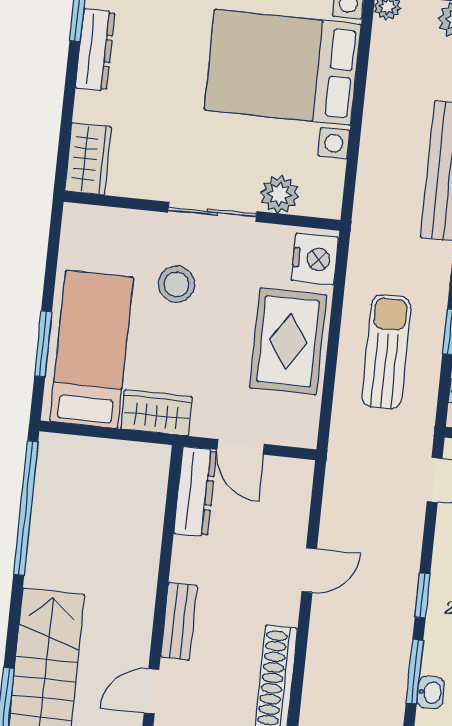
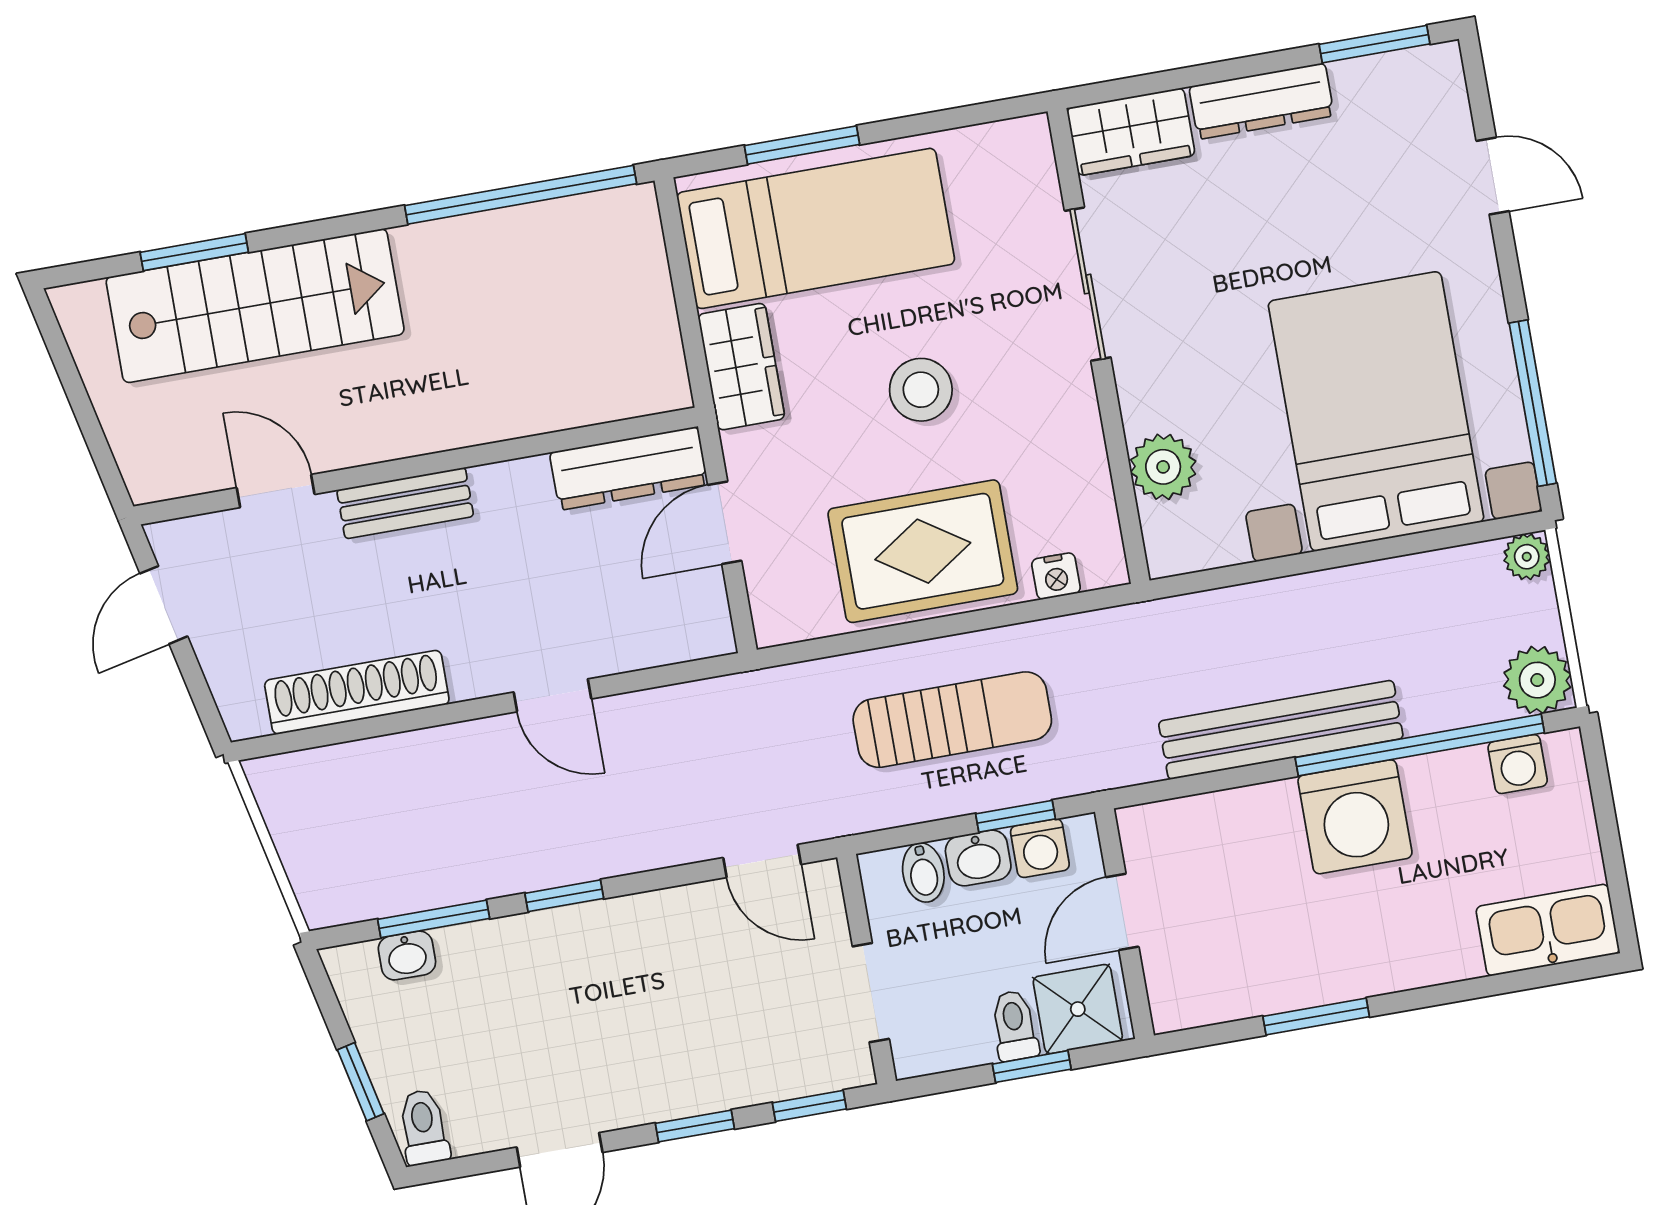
dresser: (95, 50) -> (1261, 101), moved
sliding door: (212, 212) -> (1088, 284), moved
nightstand: (315, 259) -> (1056, 576), width x0.53, depth x0.56
stool: (176, 284) -> (921, 390), moved

